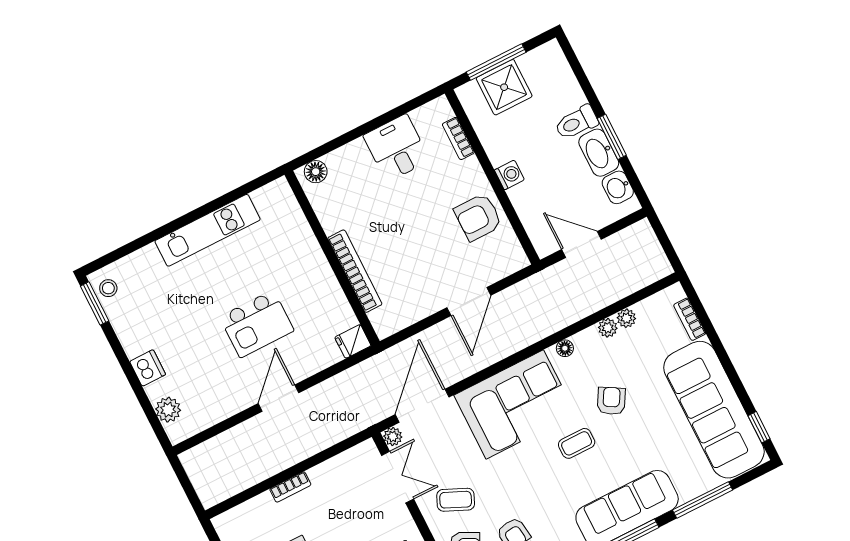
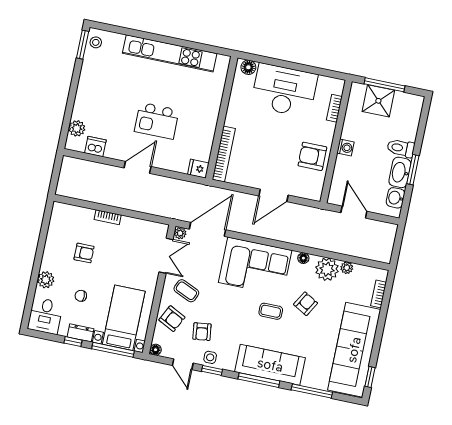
desk: (397, 148) -> (284, 90), width x1.87, depth x1.30
kitchen unit: (208, 230) -> (170, 53), width x1.36
bookcase: (355, 271) -> (224, 154), moved
plant: (608, 328) -> (327, 269), width x1.88, depth x1.88
dishwasher: (148, 368) -> (95, 147), moved, turned -90

